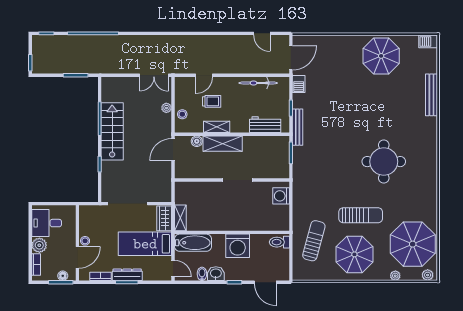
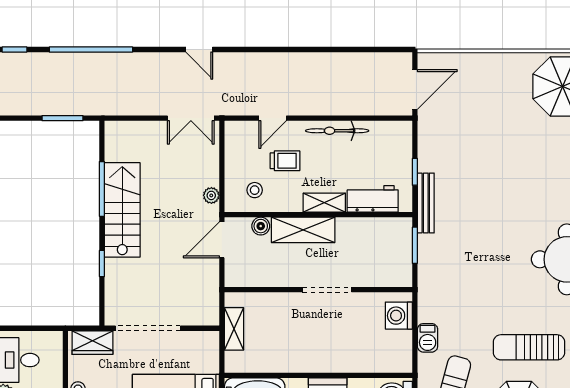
door: (262, 33) -> (199, 50), moved
bicycle: (258, 83) -> (337, 131), moved
barbecue: (299, 84) -> (428, 338), moved
plant: (166, 108) -> (211, 195), moved
stool: (182, 114) -> (255, 190), moved
shelving: (217, 127) -> (324, 203), moved
sun lounger: (361, 215) -> (529, 347), turned 180
wardrobe: (164, 218) -> (92, 343), moved, turned -90
shelving: (180, 218) -> (234, 329), moved

